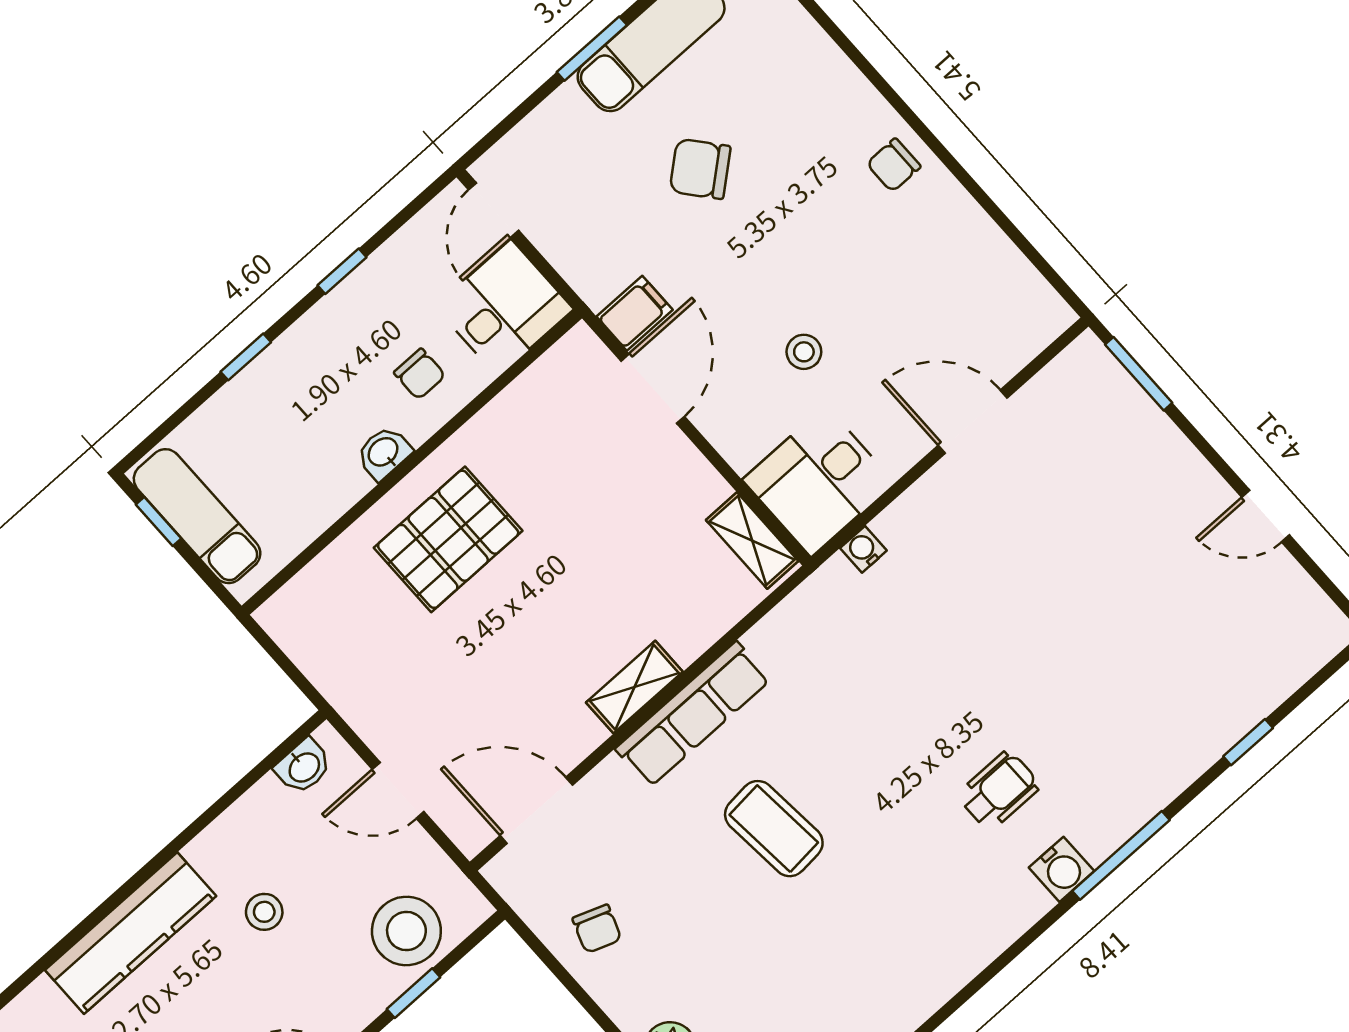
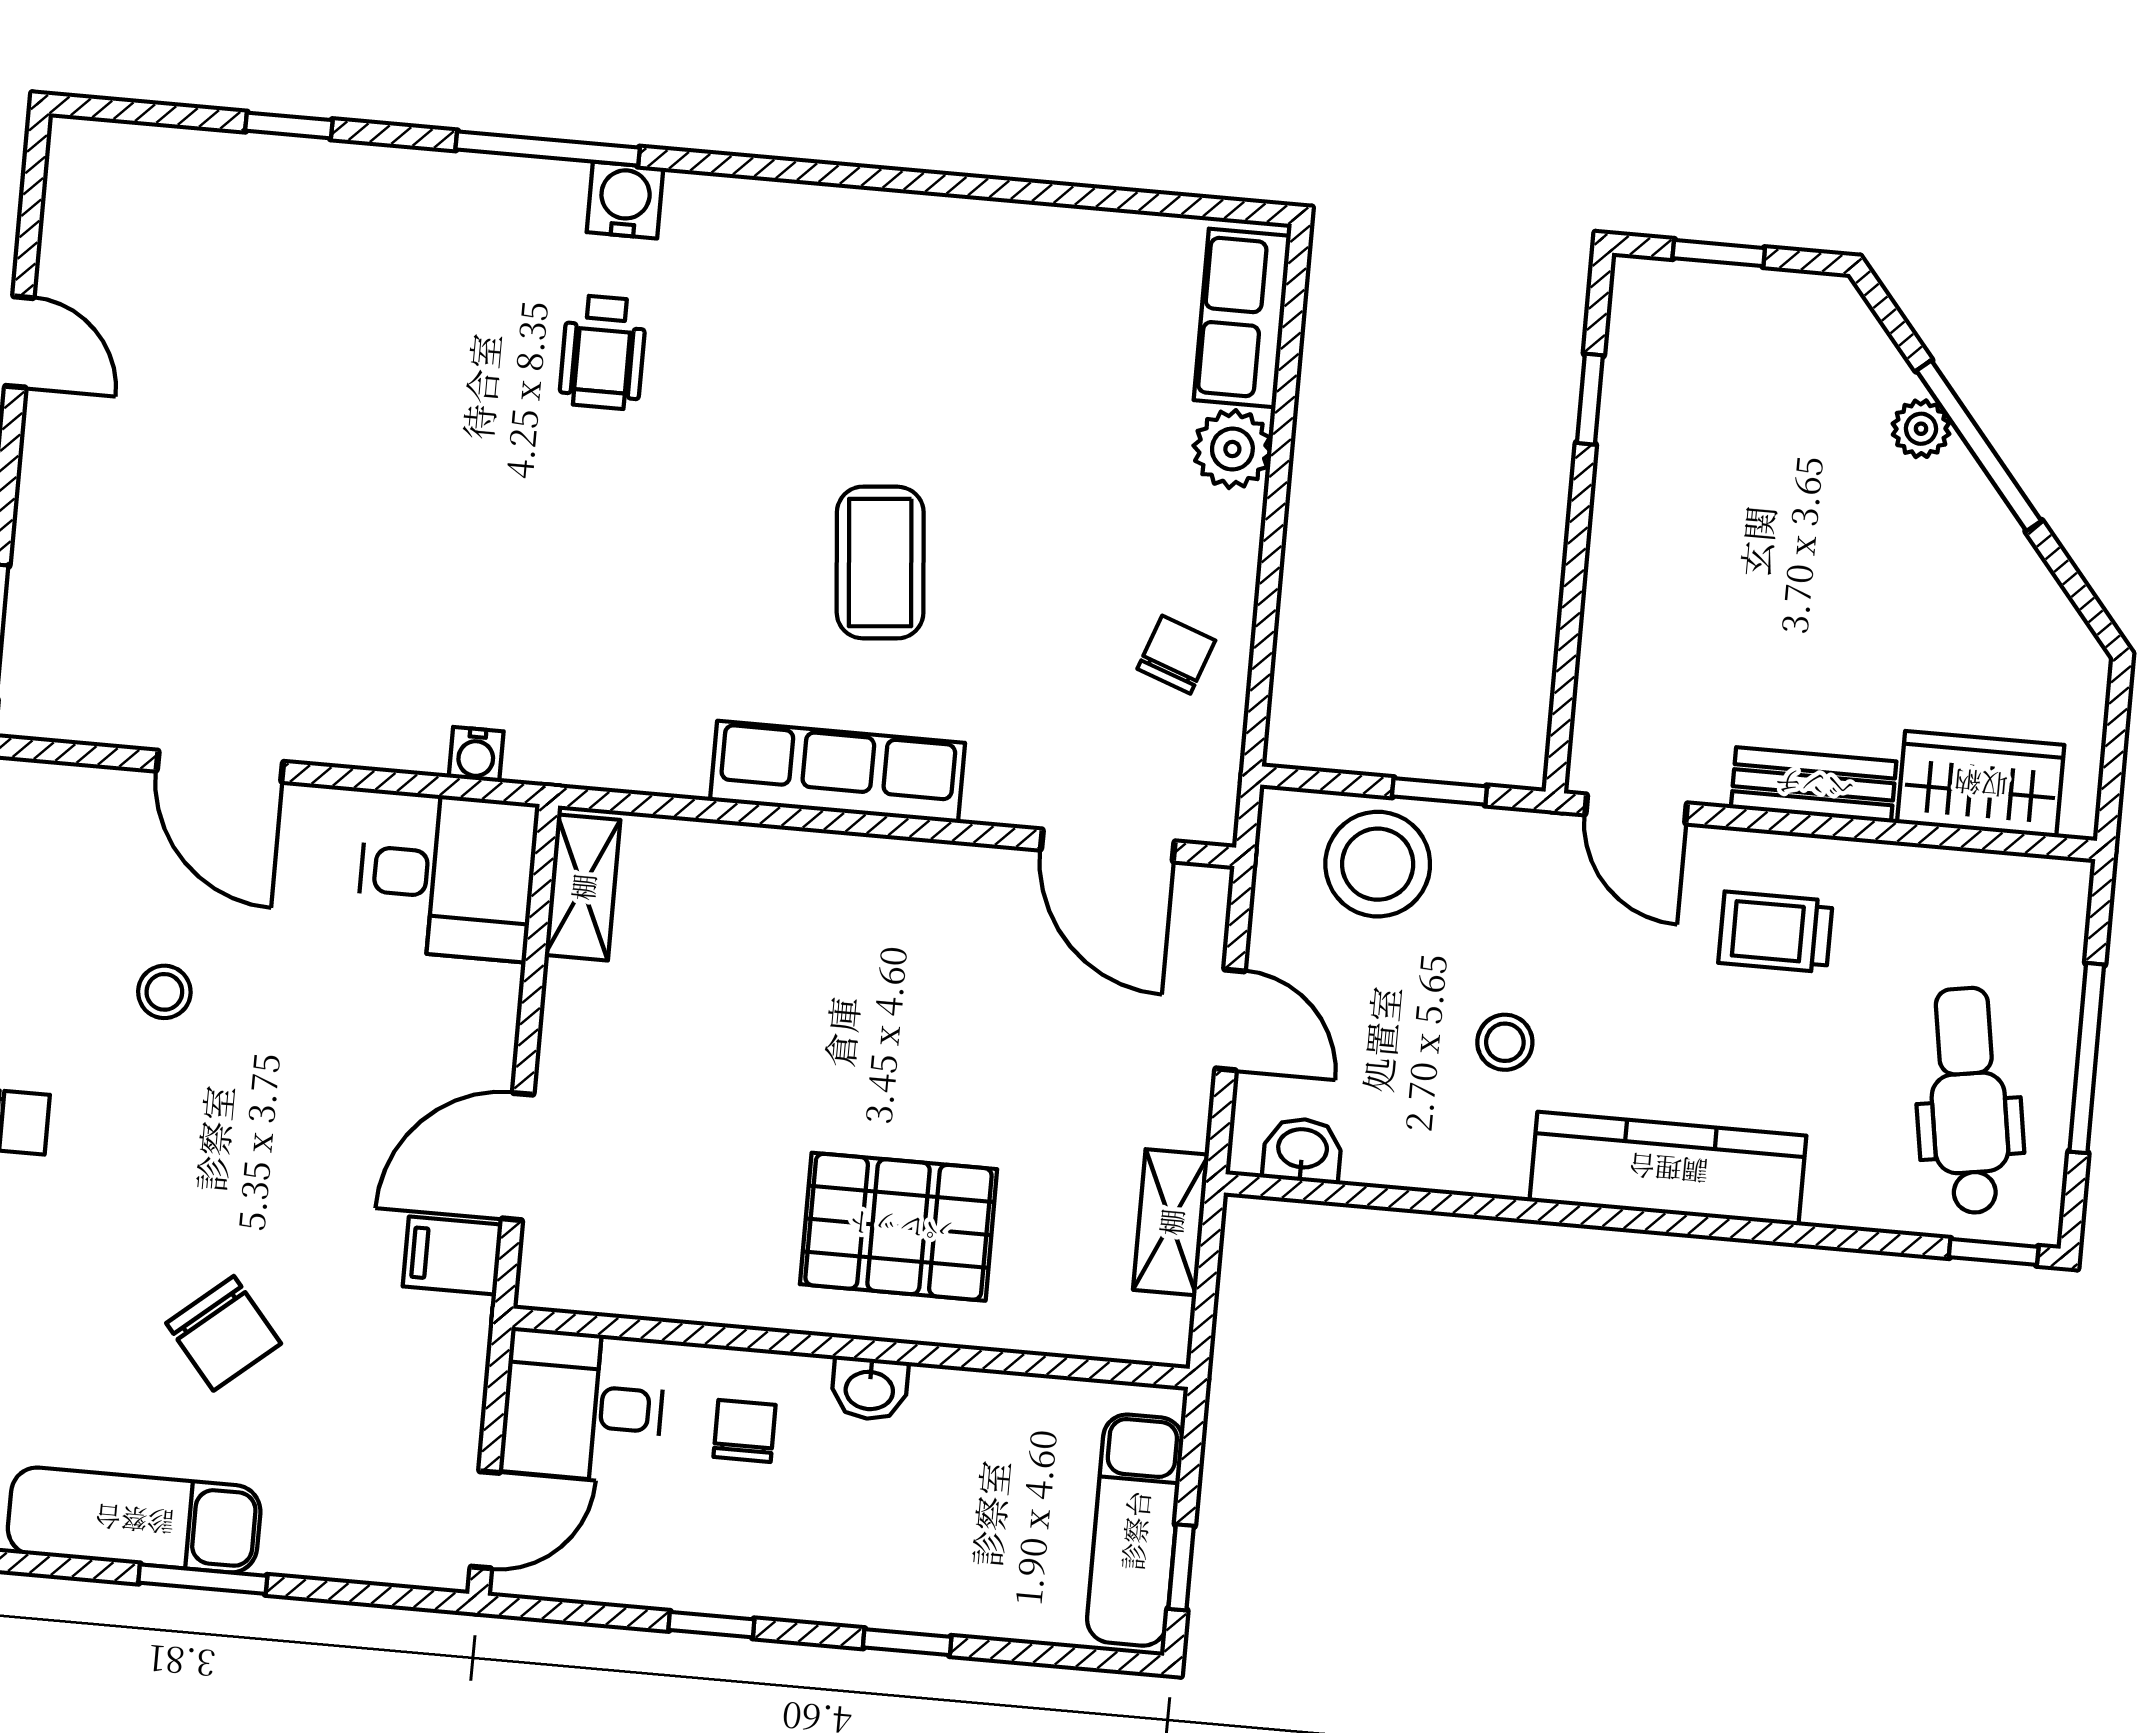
stool: (804, 352) -> (164, 992), moved
shelving: (634, 687) -> (1171, 1222), moved, turned 90
wheelchair: (999, 791) -> (603, 352), turned -90

